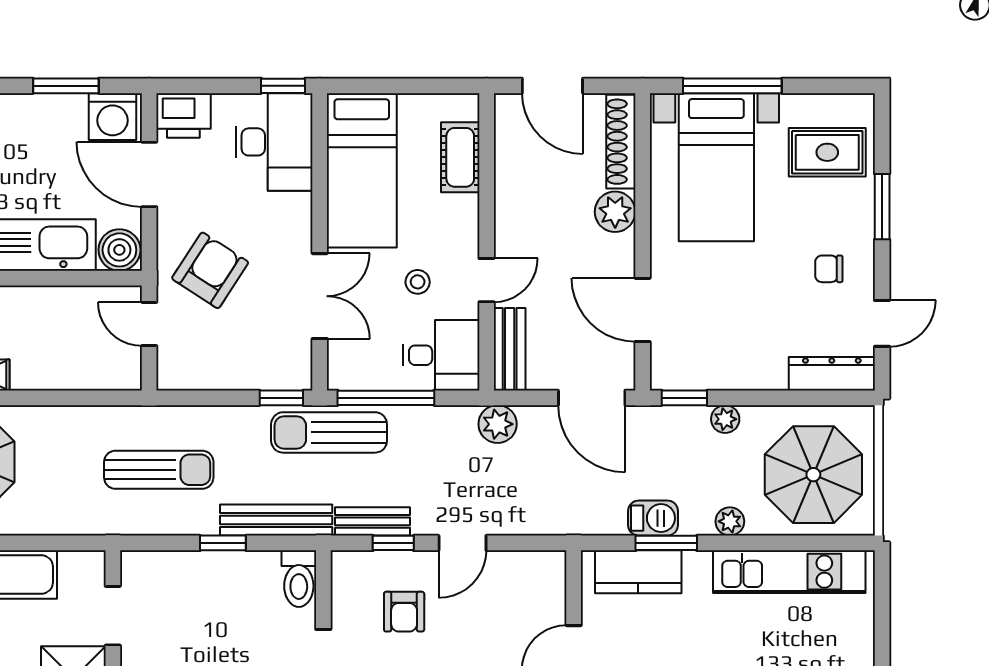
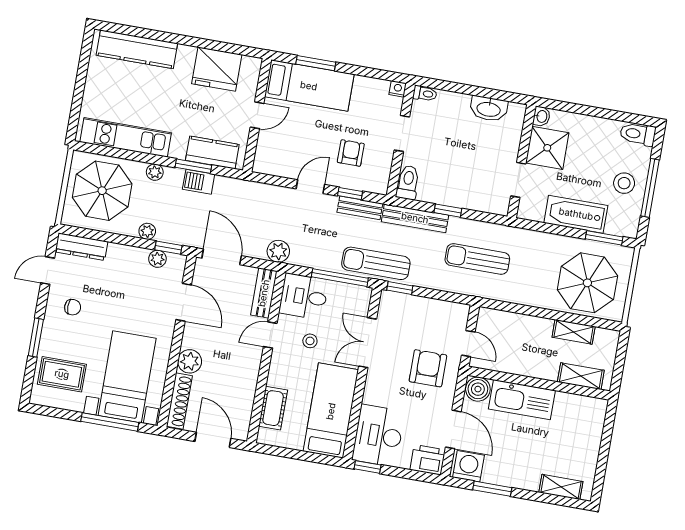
armchair: (210, 270) -> (428, 368), turned 147
plant: (700, 376) -> (157, 259), added
sun lounger: (329, 432) -> (376, 263), turned 180

